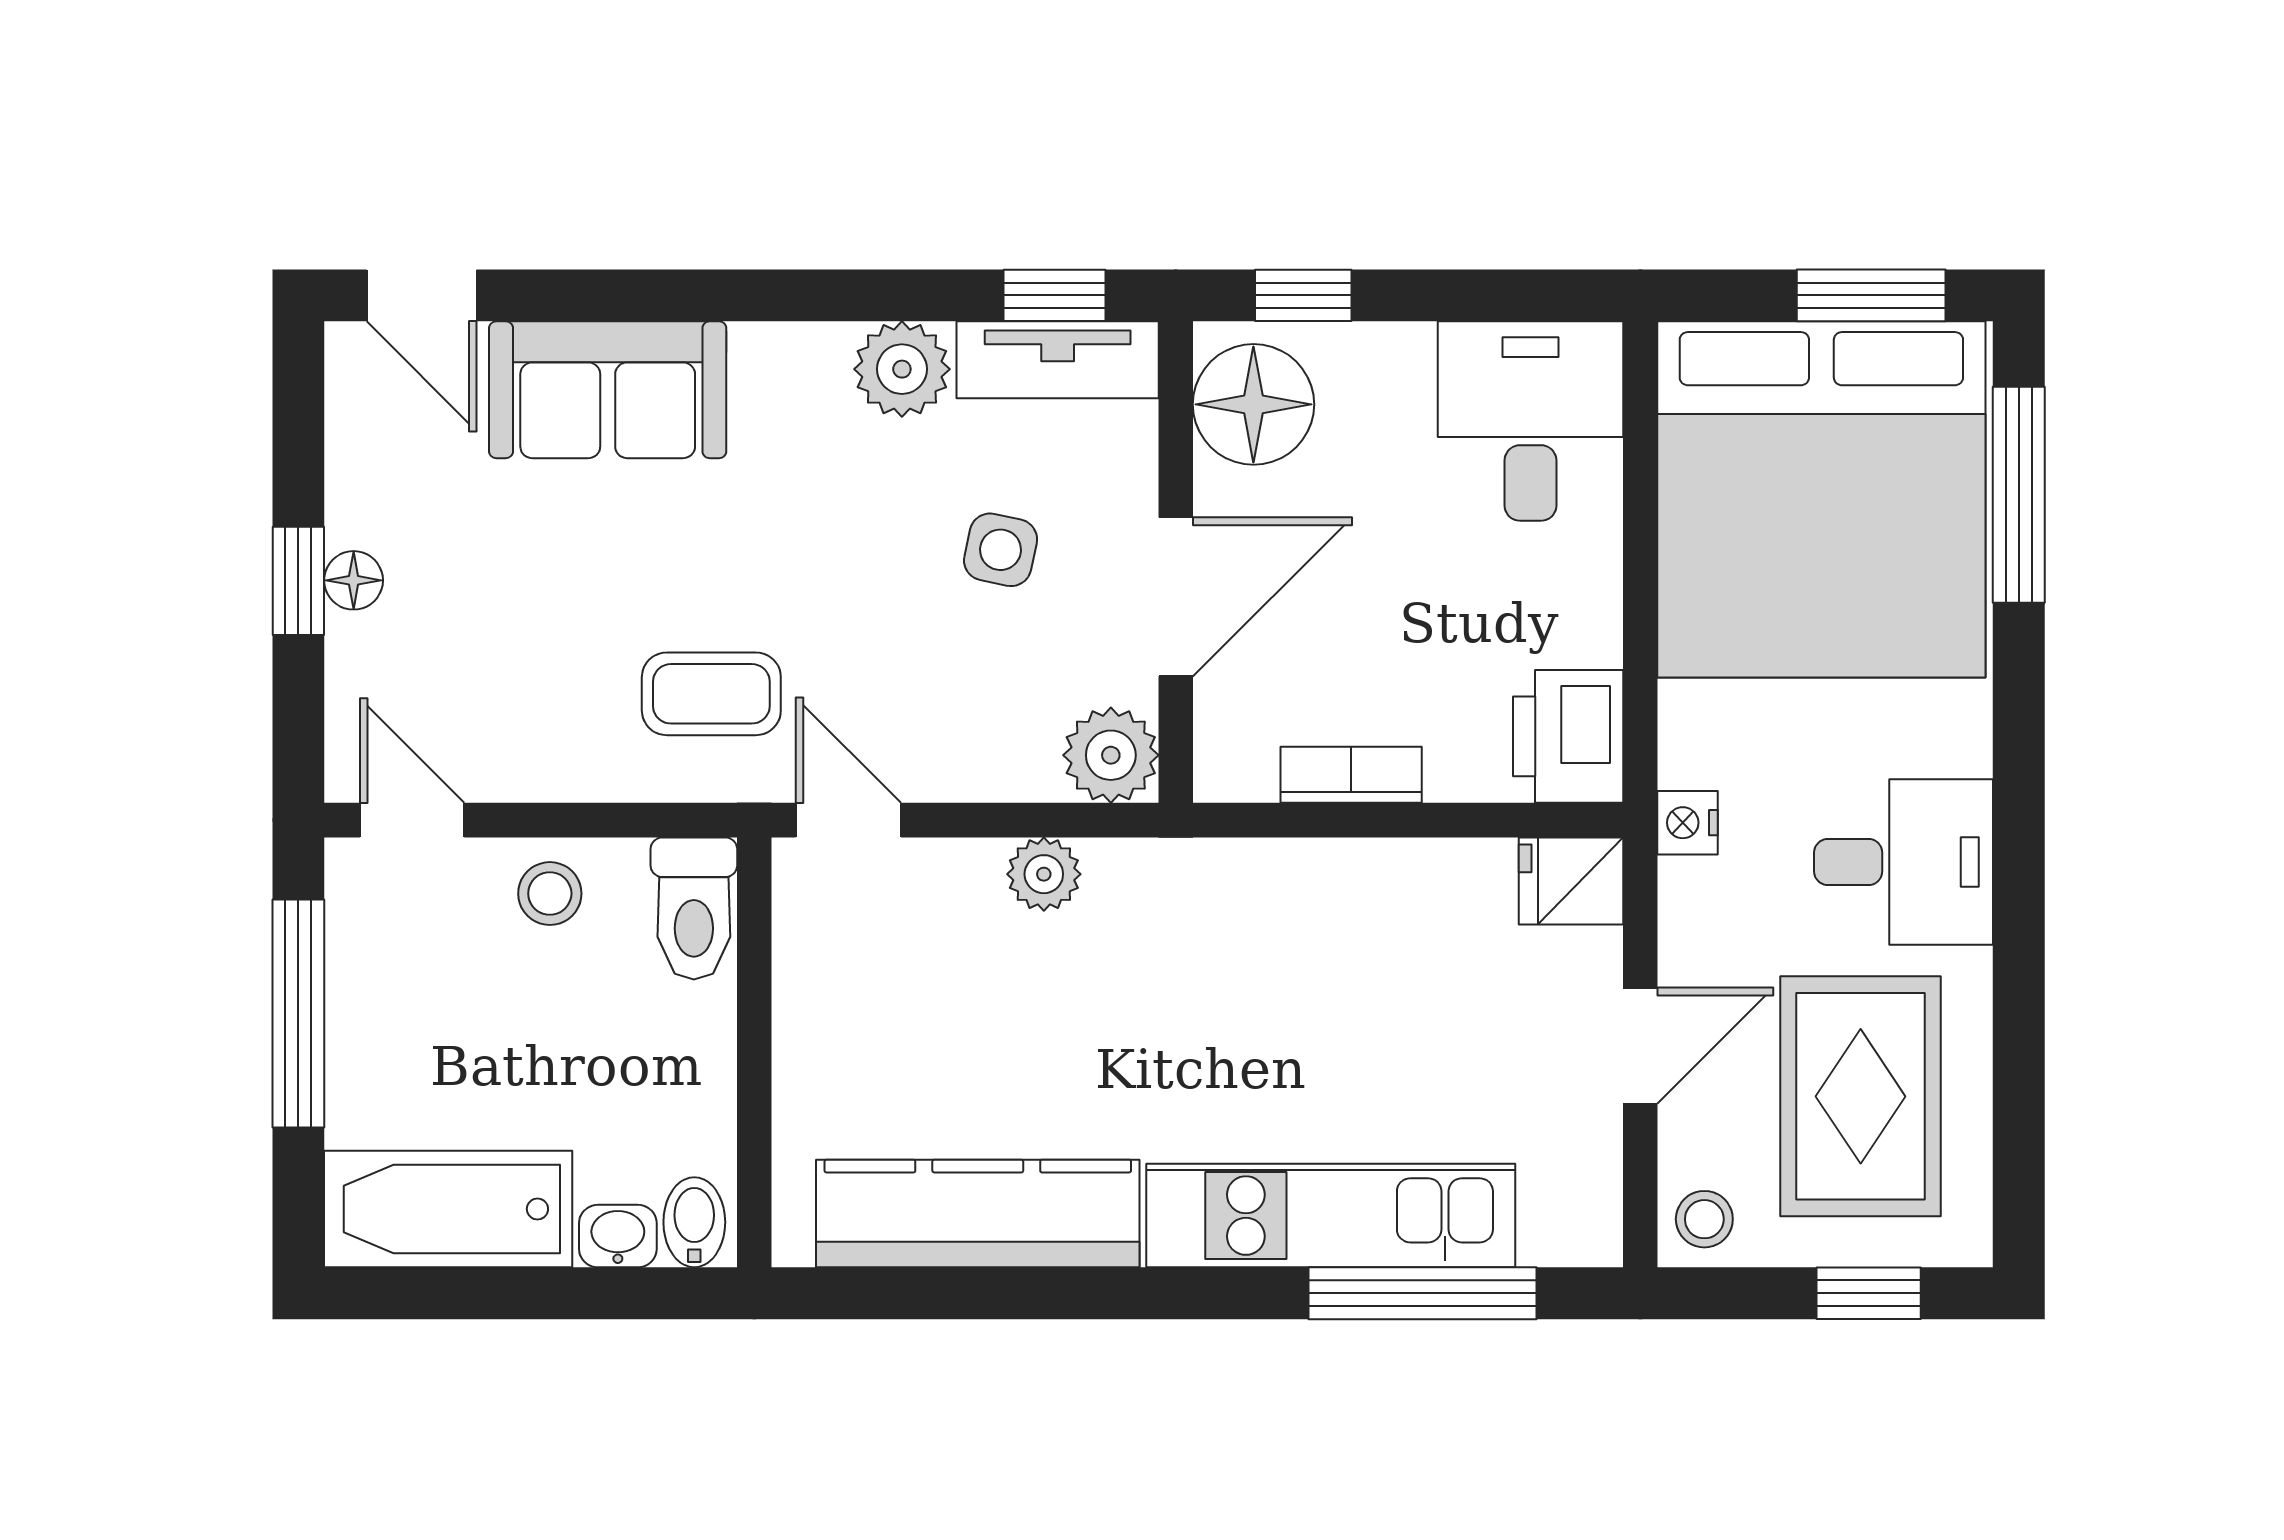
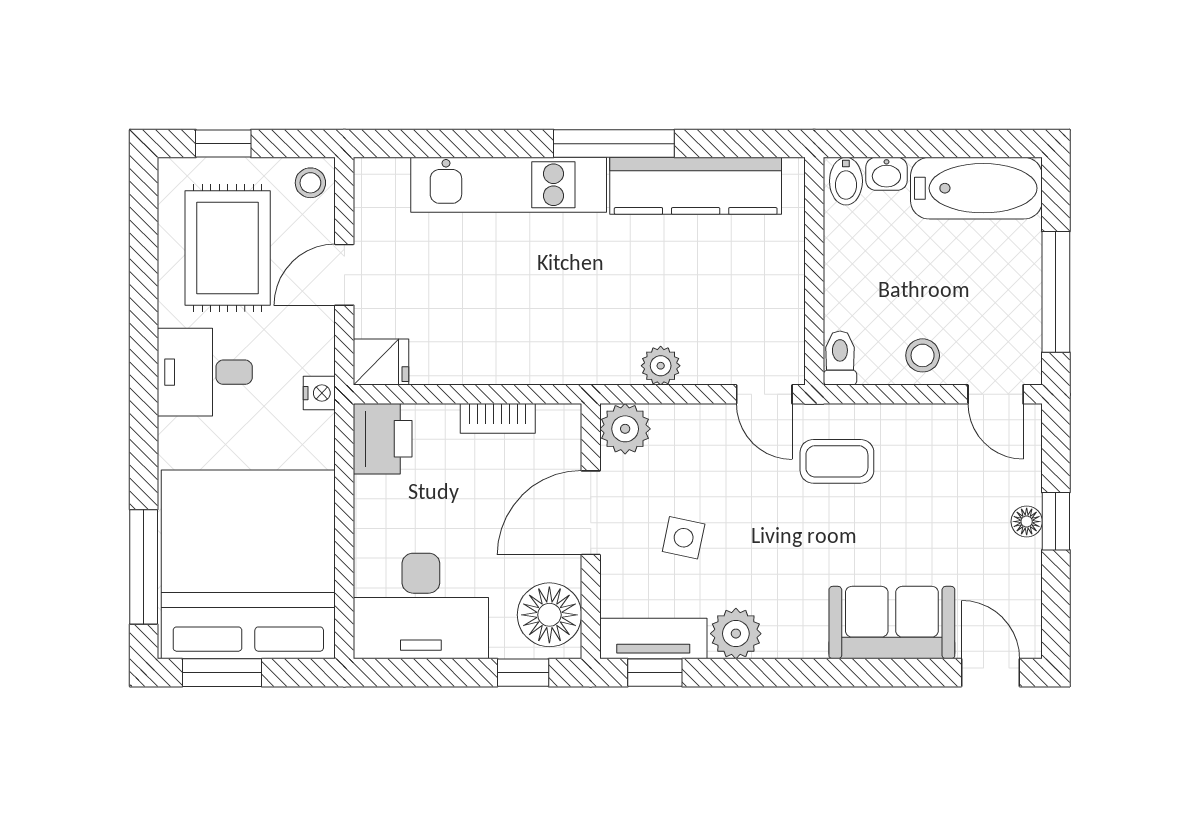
desk: (1530, 421) -> (421, 606), width x1.37
toilet: (694, 908) -> (840, 358), width x0.73, depth x0.72
window: (1423, 1293) -> (614, 144), moved

